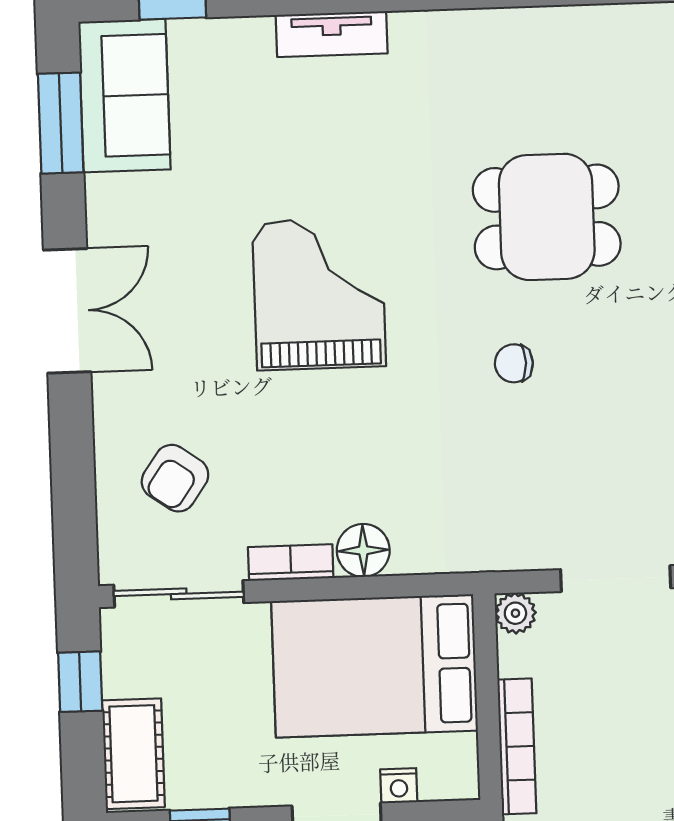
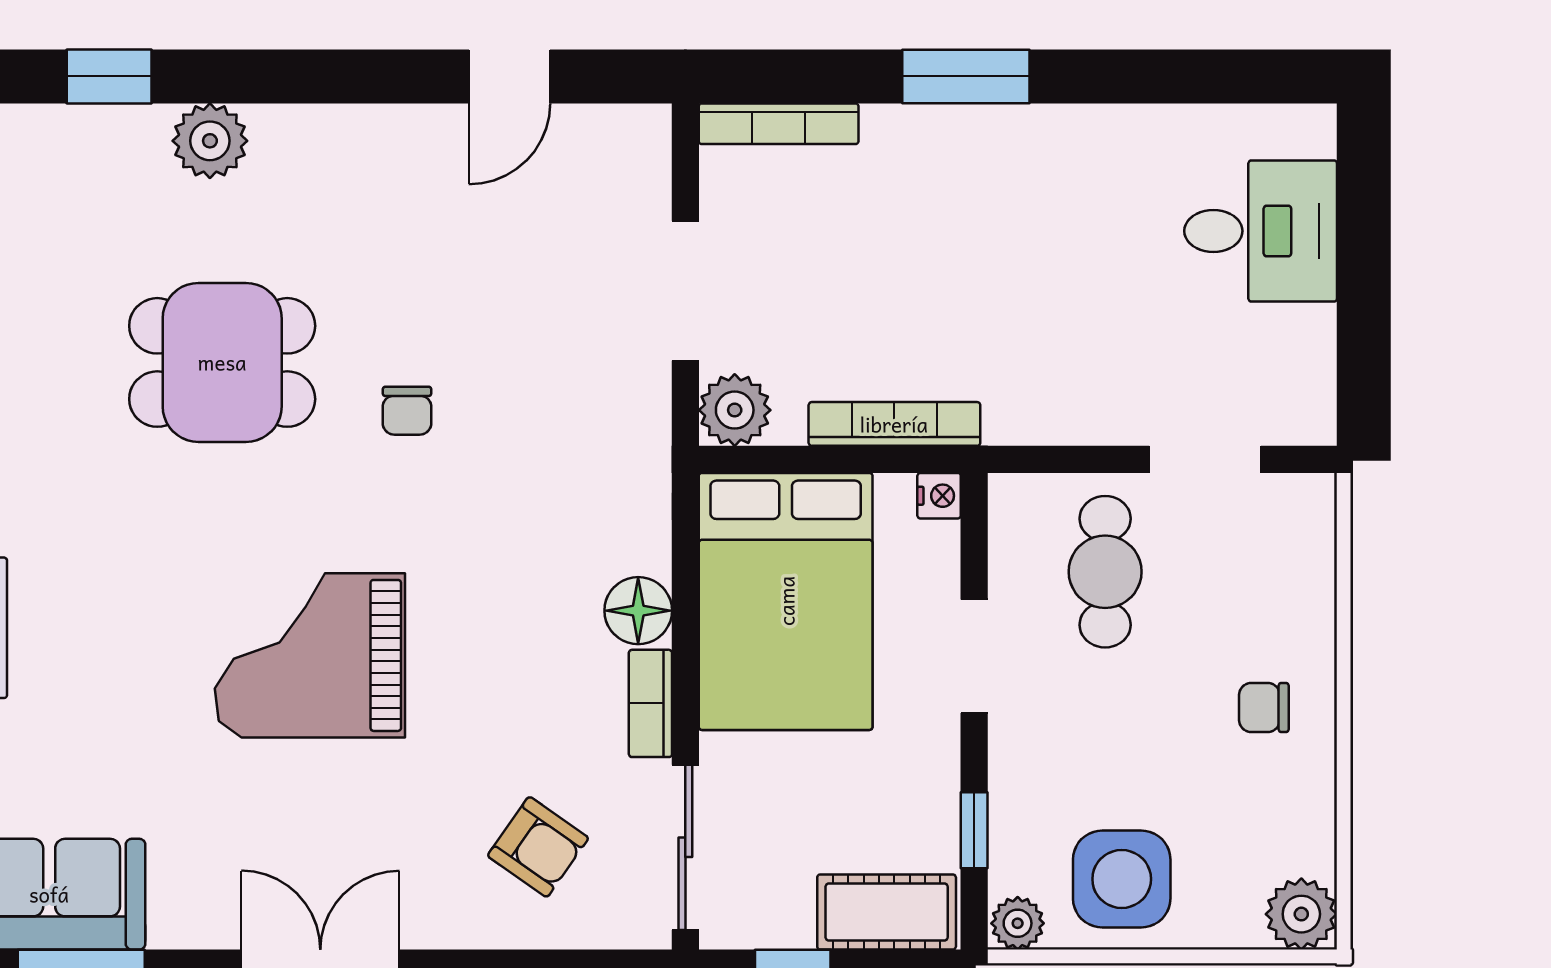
dining table: (547, 217) -> (222, 362), turned 90
plant: (515, 613) -> (735, 410), width x1.38, depth x1.38
nightstand: (399, 786) -> (939, 496), moved

